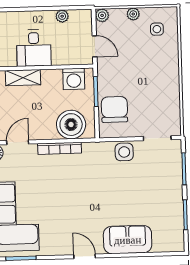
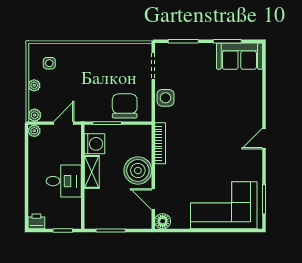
plant: (62, 16) -> (34, 131), moved
shelving: (23, 78) -> (92, 172), moved
chair: (114, 109) -> (125, 106), turned 90
boiler: (71, 125) -> (138, 170), moved
bookcase: (60, 148) -> (160, 143), moved
sofa: (128, 240) -> (239, 56), moved, turned -90

